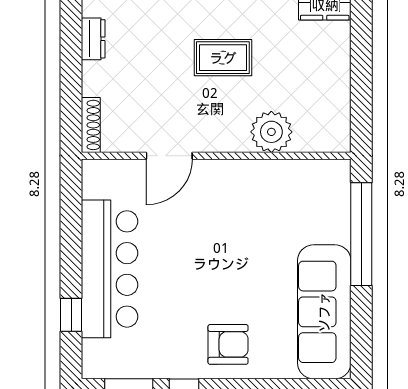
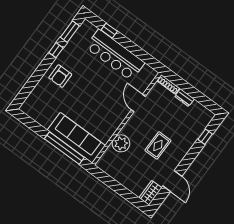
dresser: (93, 39) -> (184, 98), moved
sofa: (324, 312) -> (76, 138), moved

